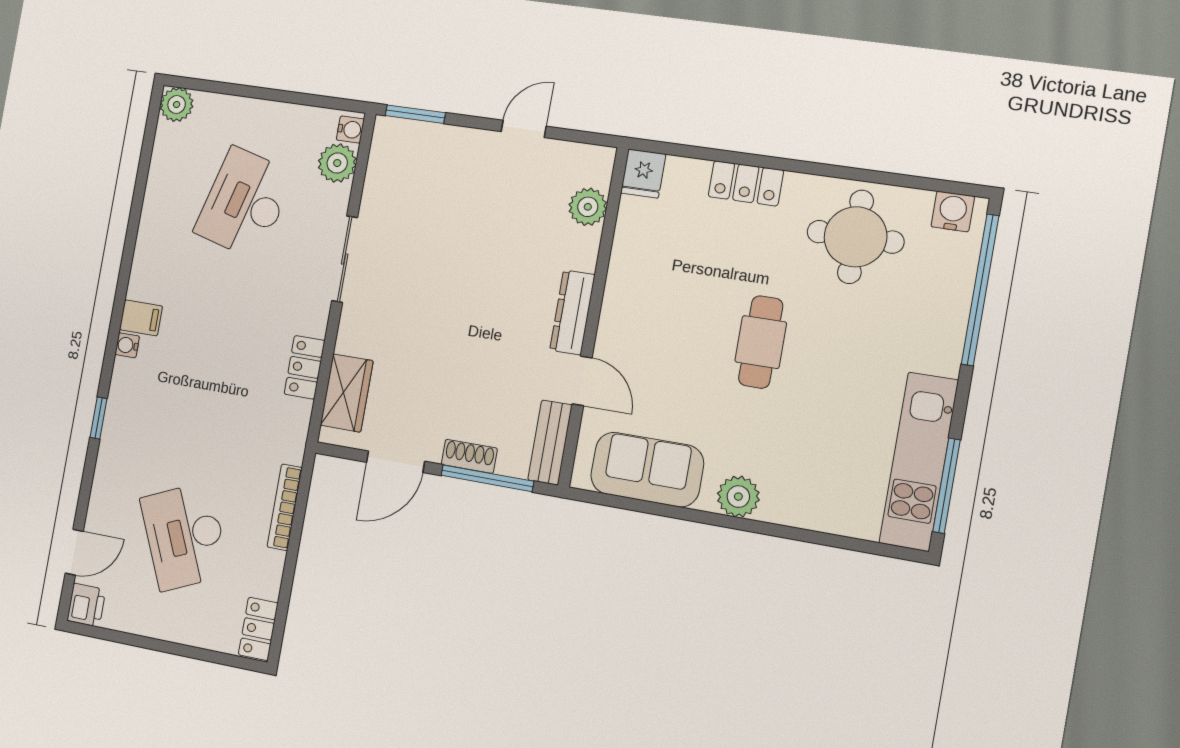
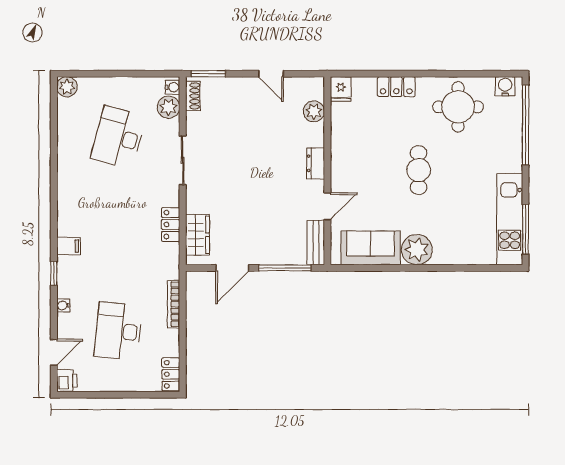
door: (524, 129) -> (271, 74), swing flipped
dresser: (572, 312) -> (316, 163), width x0.70
filing cabinet: (141, 318) -> (69, 246), moved
water cooler: (127, 345) -> (63, 305), moved
door: (582, 381) -> (327, 206), hinge flipped
shoe rack: (469, 456) -> (193, 96), moved, turned 90
plant: (738, 497) -> (417, 250), width x1.36, depth x1.36
desk: (185, 536) -> (118, 331), turned 30

